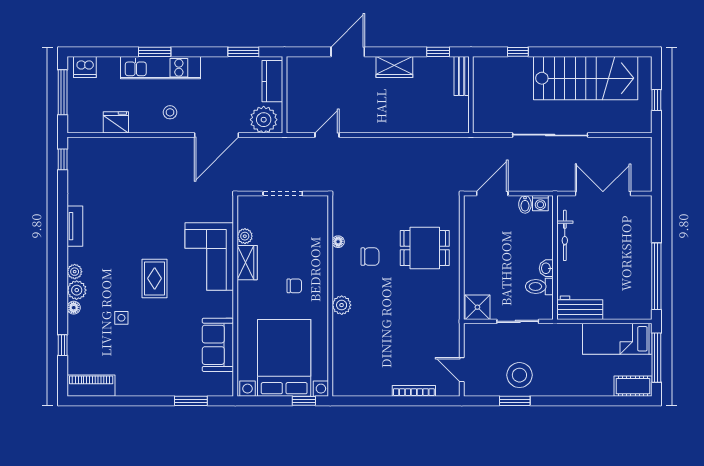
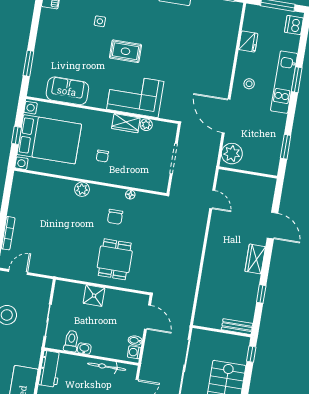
bench: (462, 76) -> (237, 327), moved
kitchen counter: (272, 81) -> (260, 165), removed
wall: (471, 95) -> (222, 331), moved
shower: (477, 307) -> (94, 296), moved
window: (304, 401) -> (17, 135), moved

